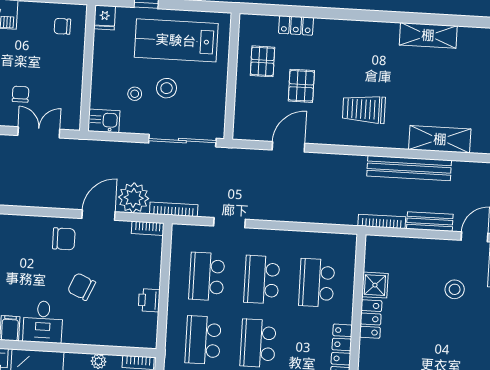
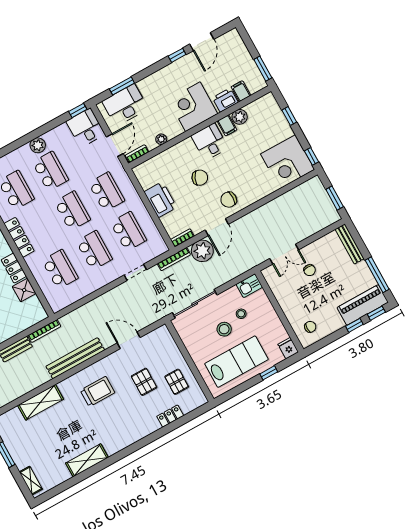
door: (288, 147) -> (129, 340), swing flipped
bench: (409, 168) -> (75, 358), moved
printer: (149, 300) -> (160, 200), width x1.87, depth x1.48

